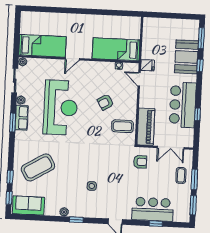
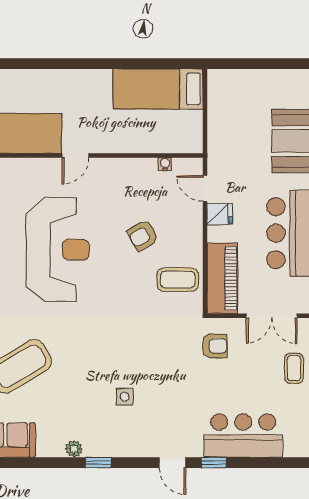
bed: (116, 49) -> (158, 89), moved
fridge: (147, 65) -> (220, 214), moved
window: (156, 224) -> (214, 463), moved

